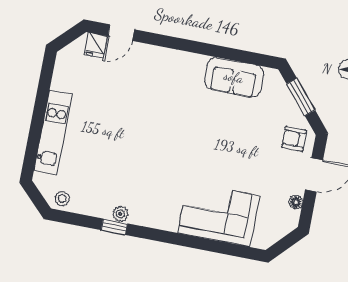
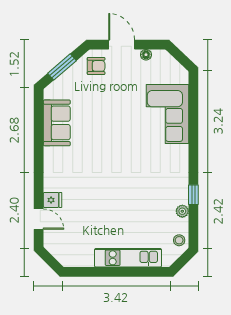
fridge: (96, 45) -> (53, 200), moved
armchair: (294, 139) -> (96, 66), turned -90
plant: (120, 214) -> (182, 211), moved

